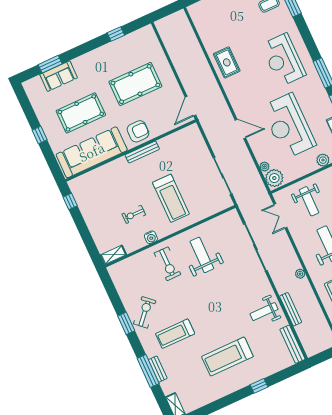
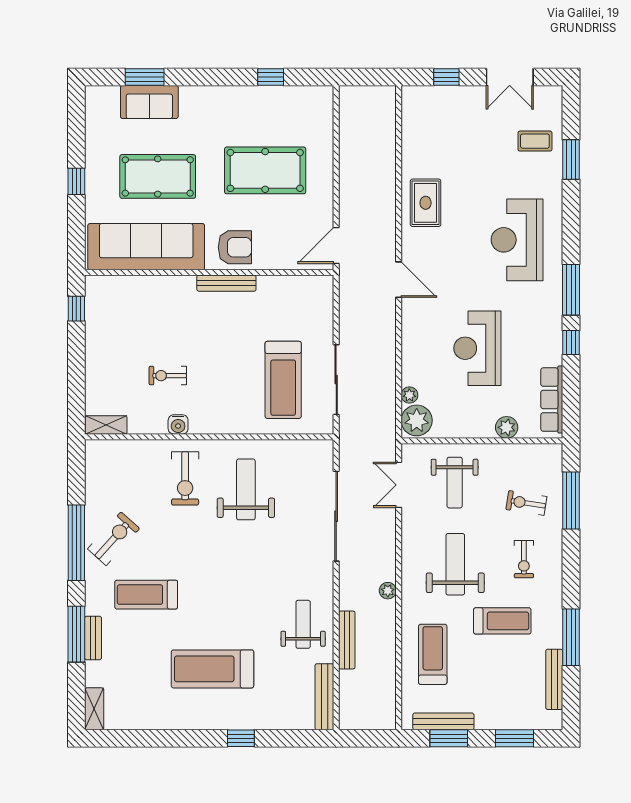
reception desk: (289, 126) -> (477, 348), width x0.74, depth x0.77
door: (240, 129) -> (399, 280), moved
treadmill: (171, 198) -> (283, 380), moved
weight bench: (264, 312) -> (303, 624), turned 90
window: (126, 323) -> (76, 543), width x2.11

